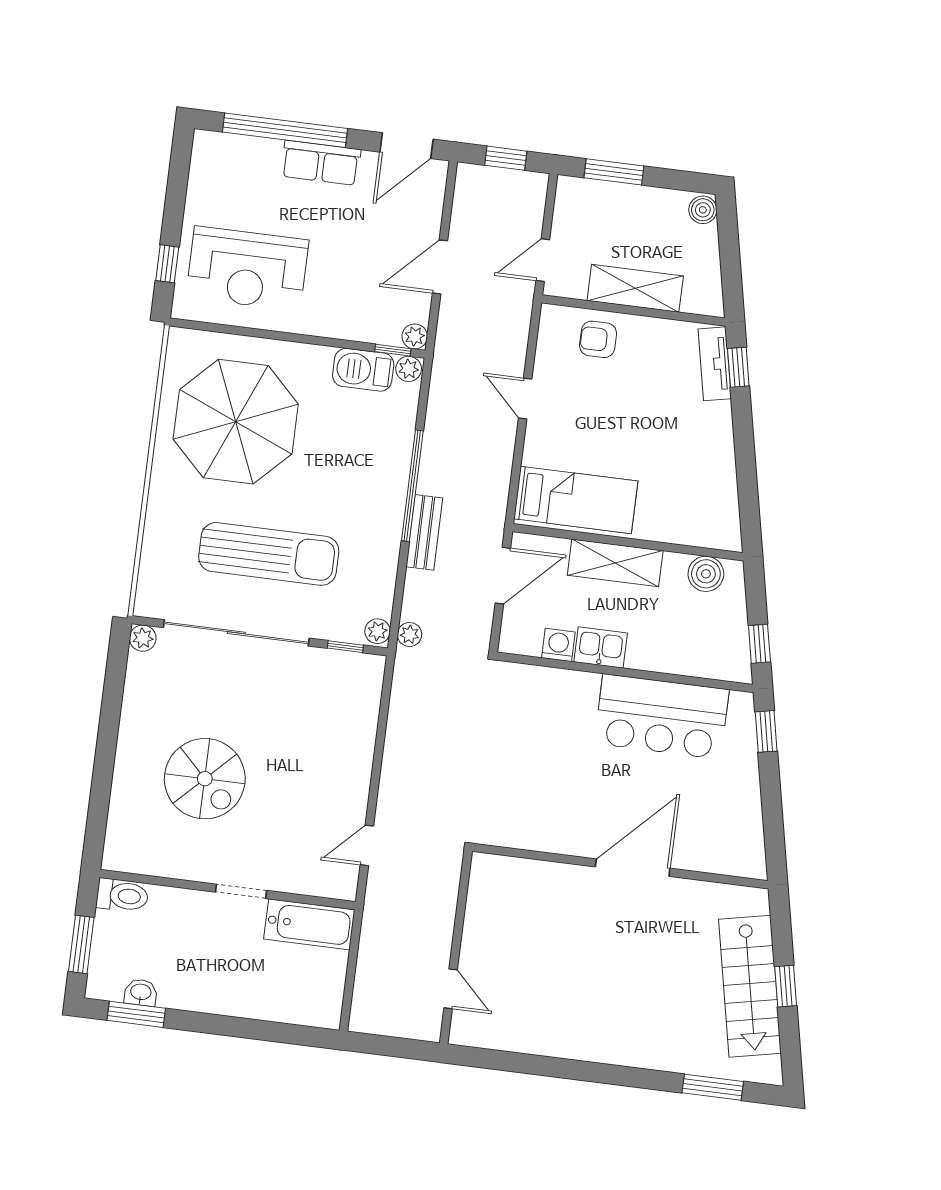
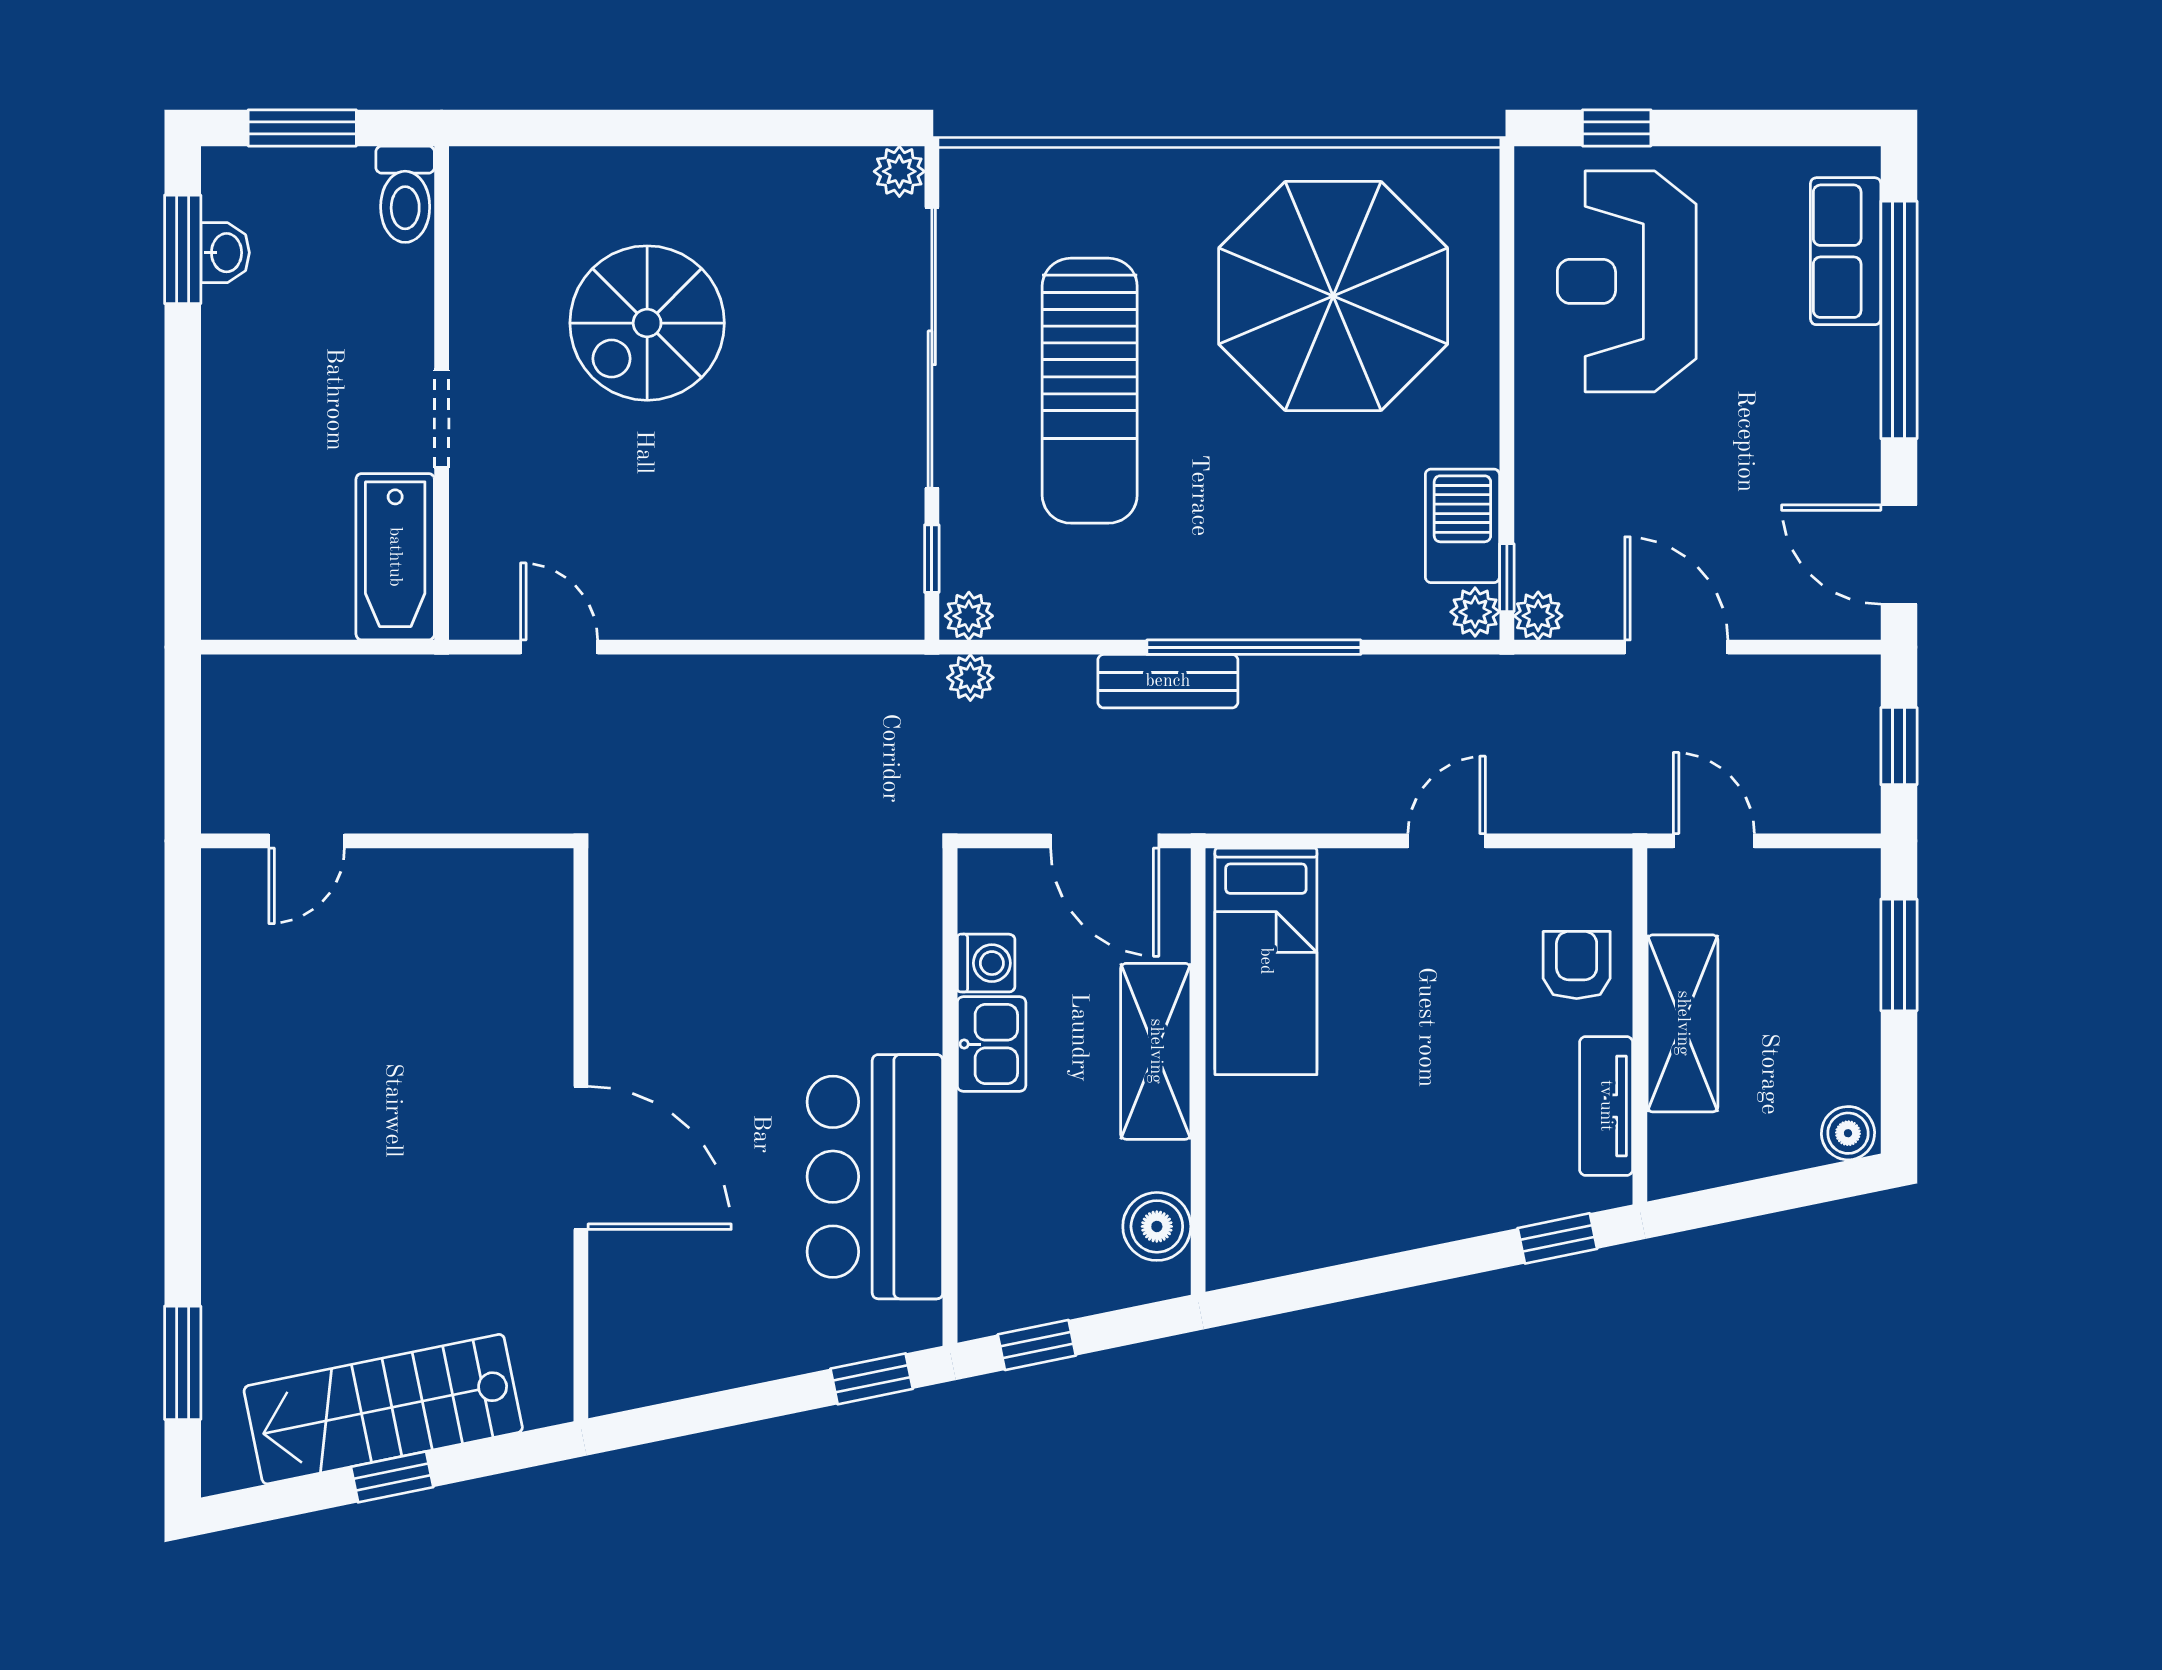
row of seats: (321, 163) -> (1846, 251), moved
tv unit: (715, 364) -> (1606, 1106), moved, turned -78

